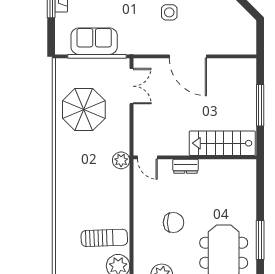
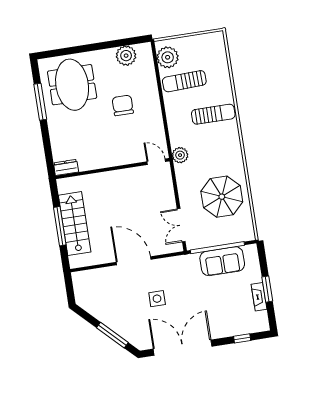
stairs: (222, 143) -> (75, 224), moved, turned -90
dresser: (186, 166) -> (66, 167), moved
sun lounger: (79, 198) -> (213, 114), added
chair: (174, 223) -> (123, 105), turned 90

